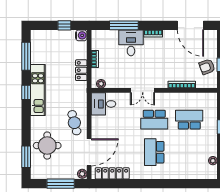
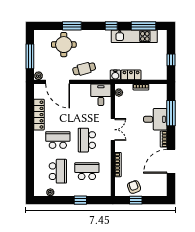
door: (190, 25) -> (171, 161), moved
water cooler: (81, 35) -> (115, 75), moved
kitchen unit: (38, 90) -> (134, 36), moved
double door: (143, 90) -> (113, 130), swing flipped
school desk: (189, 120) -> (87, 171), turned -90
school desk: (189, 152) -> (58, 171), added
window: (26, 157) -> (72, 26), moved
locker: (112, 173) -> (39, 115), moved

